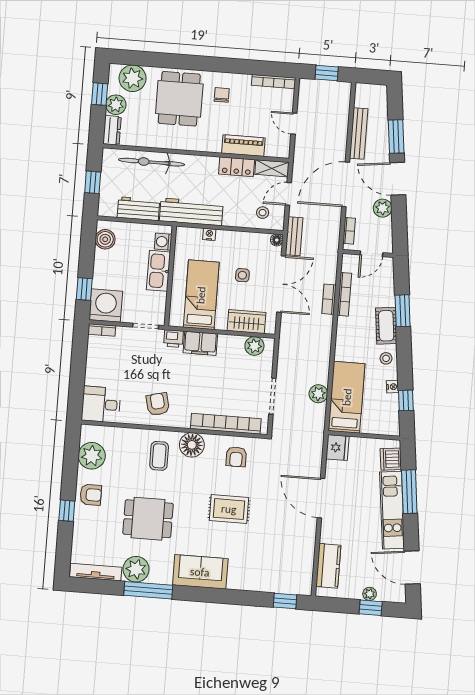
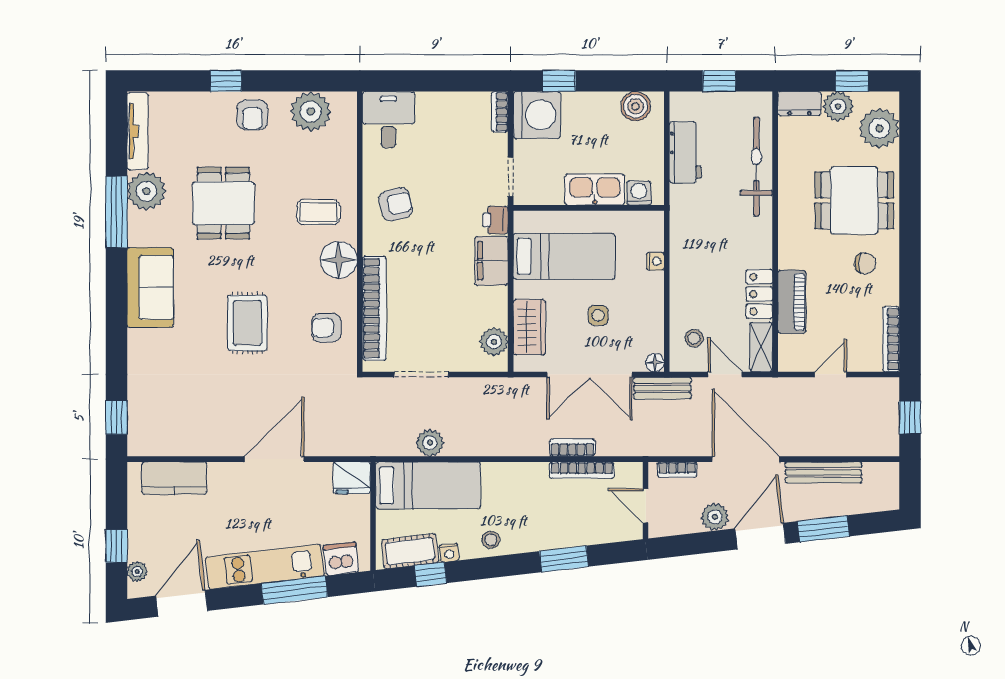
workbench: (191, 212) -> (687, 232), removed
cot: (386, 326) -> (410, 551), moved
plant: (370, 594) -> (137, 571), moved

